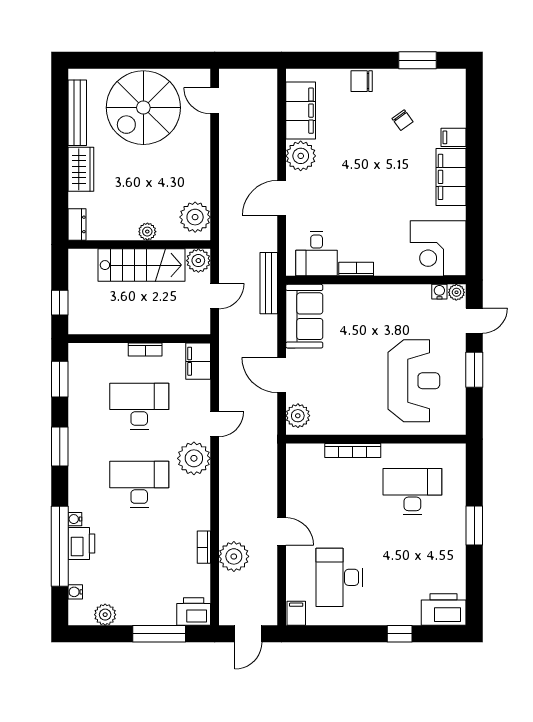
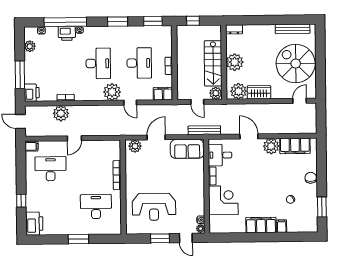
wardrobe: (81, 169) -> (259, 92), moved, turned 180
plant: (147, 232) -> (235, 62), width x1.87, depth x1.87
corner desk: (438, 248) -> (223, 200), moved, turned 90
desk: (412, 491) -> (96, 207), turned -90

